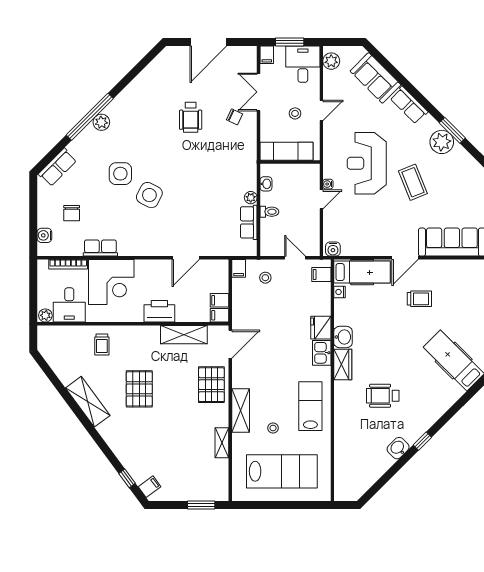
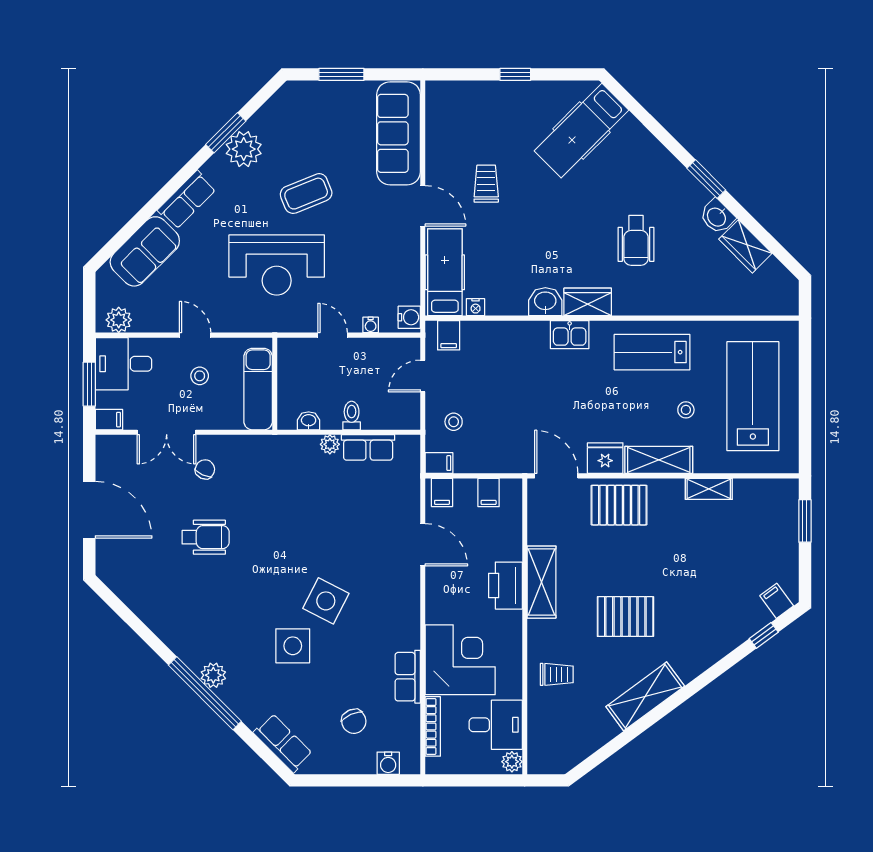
water cooler: (328, 184) -> (371, 325), moved
chair: (72, 213) -> (354, 721), turned 66
filing cabinet: (220, 315) -> (442, 492), moved
fridge: (321, 328) -> (605, 458), moved, turned 180
shelving: (184, 335) -> (542, 582), moved
window: (422, 441) -> (706, 179), width x1.50
wardrobe: (379, 466) -> (745, 246), added

